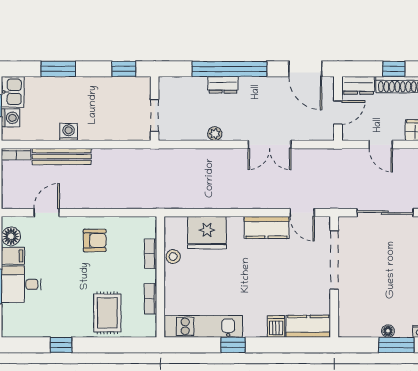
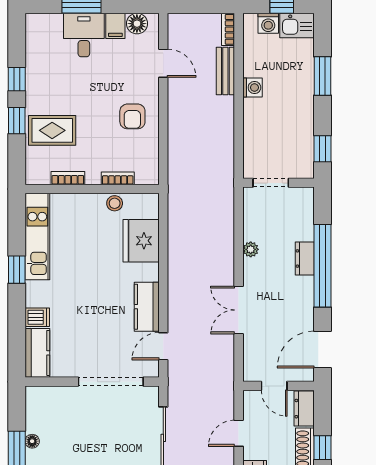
bench: (62, 157) -> (225, 71), width x0.73
window: (98, 345) -> (17, 121), added

